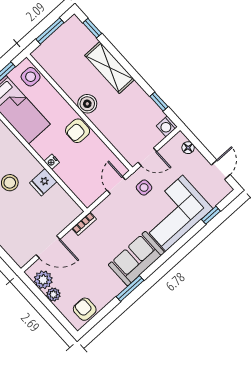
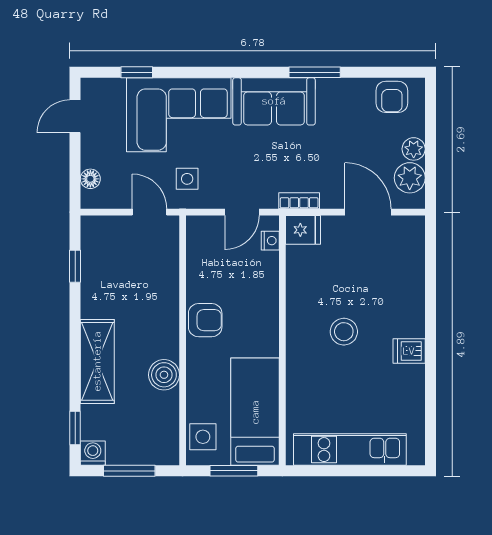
boiler: (87, 104) -> (164, 375), moved
washing machine: (167, 126) -> (93, 453), moved, turned -90
nightstand: (52, 162) -> (270, 241), moved
fridge: (43, 182) -> (303, 230), moved
door: (116, 185) -> (242, 212), moved

